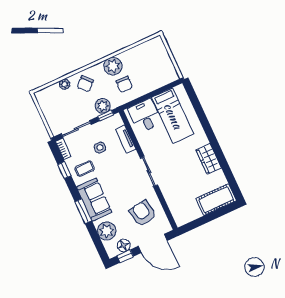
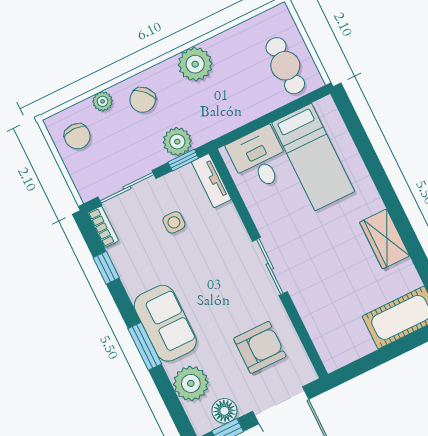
cafe table: (159, 68) -> (285, 66), added
chair: (124, 84) -> (77, 136), moved
tv unit: (126, 139) -> (211, 181), moved
coffee table: (85, 169) -> (145, 264), removed
armchair: (143, 213) -> (260, 347), turned 100

